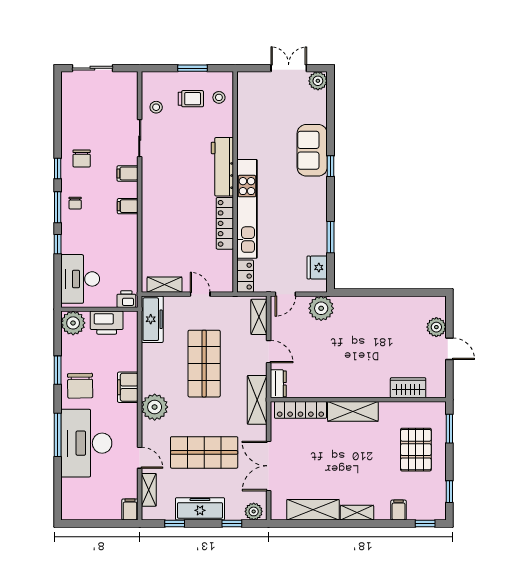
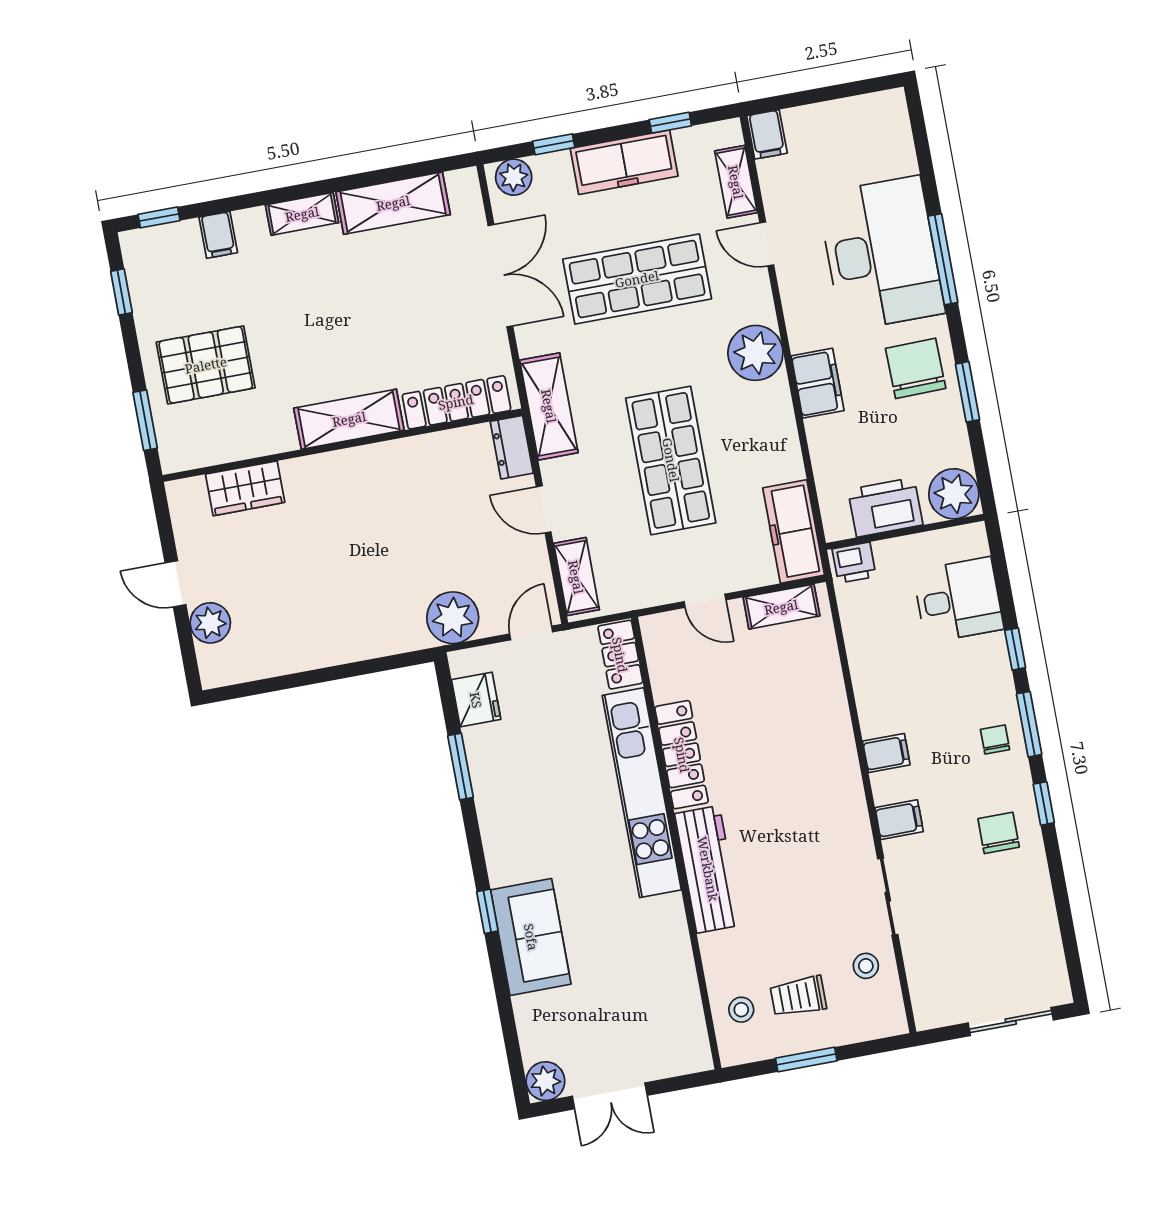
desk: (80, 279) -> (958, 600), width x0.73
pallet: (416, 450) -> (206, 365), turned 90

